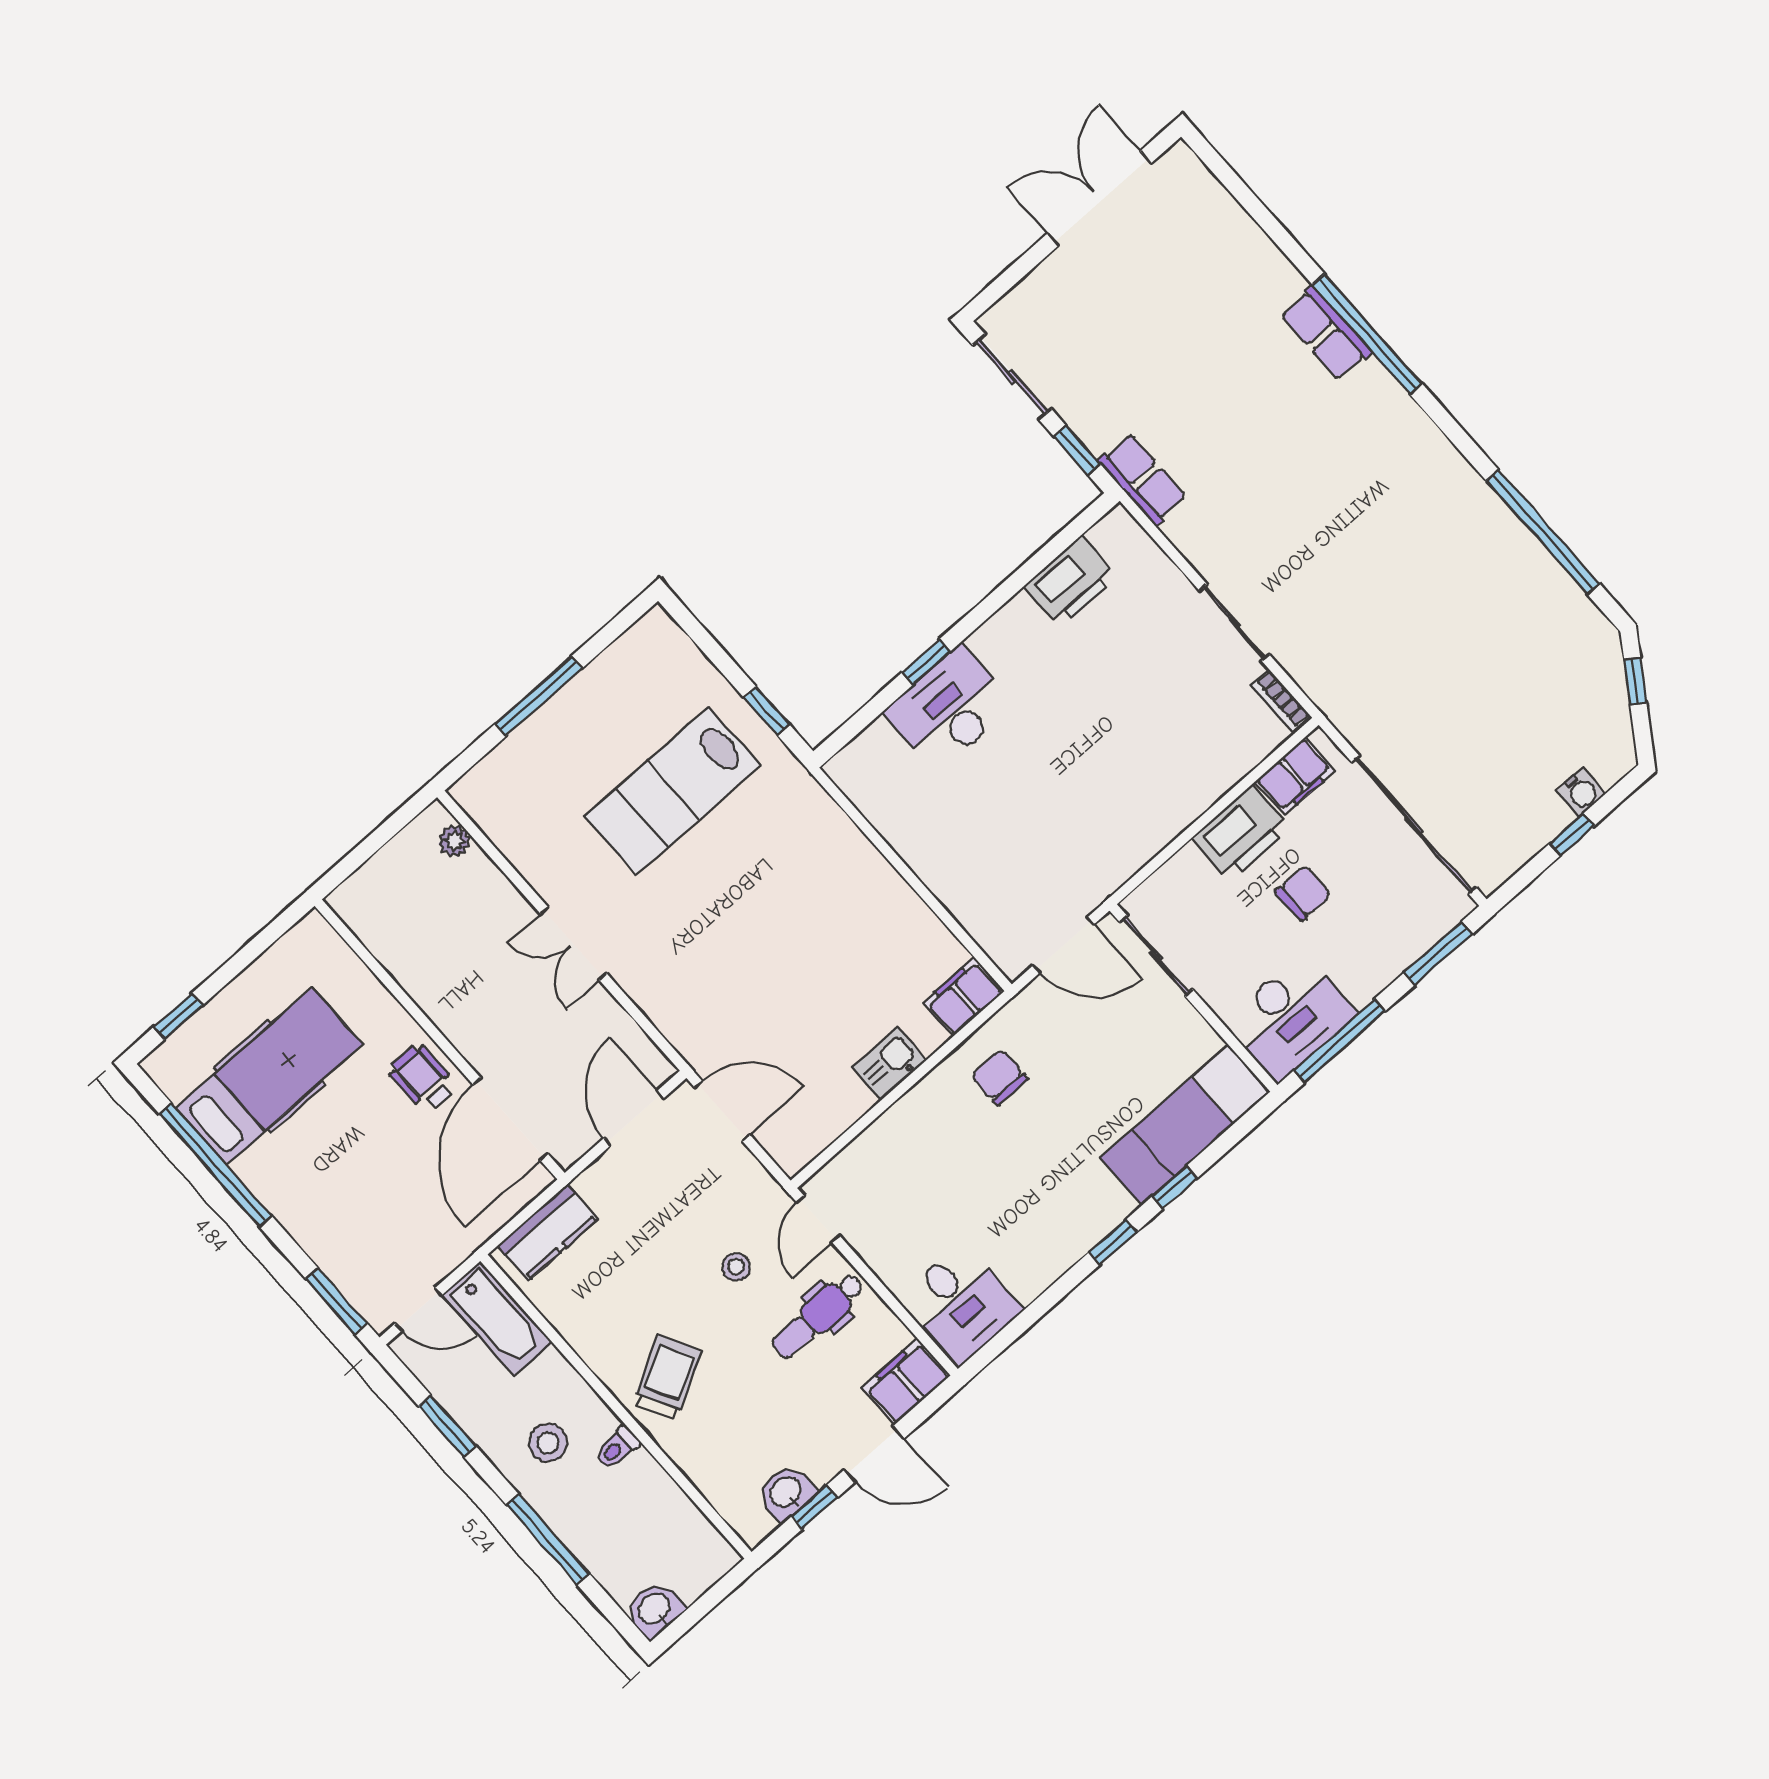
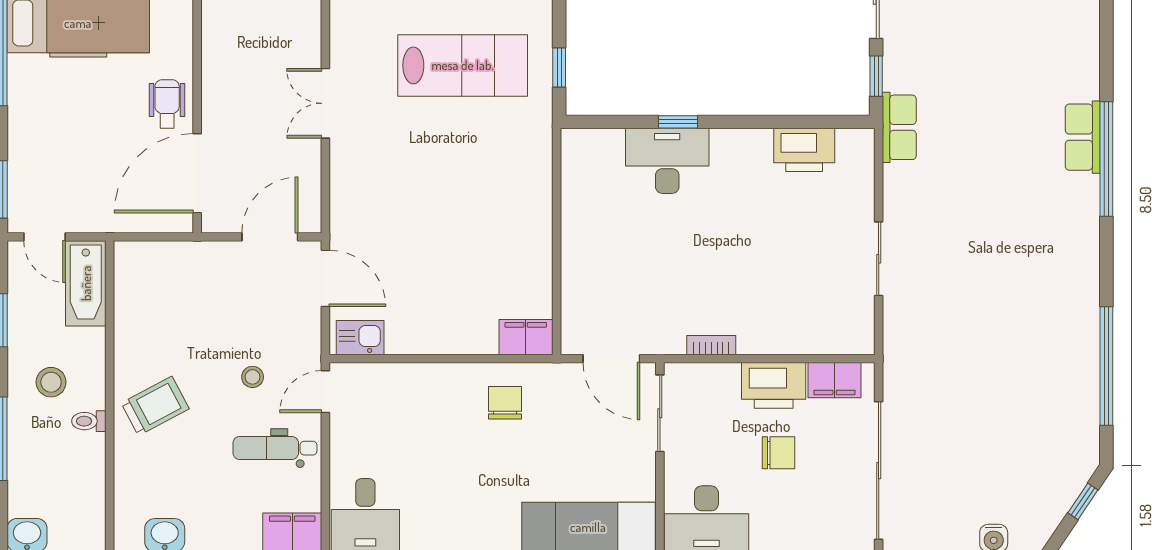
bookcase: (1281, 701) -> (711, 345), moved, turned 90
lab bench: (673, 791) -> (463, 65), turned 180
kitchen sink: (889, 1064) -> (360, 338), moved
kitchen counter: (548, 1232) -> (160, 259), removed

